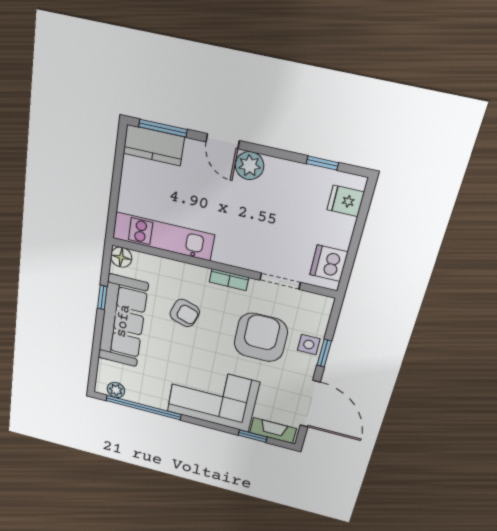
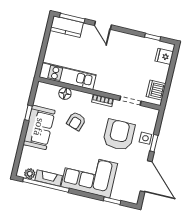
plant: (250, 166) -> (116, 38), removed
floor lamp: (121, 257) -> (65, 94), moved
armchair: (185, 313) -> (76, 121), turned 90
sofa: (123, 321) -> (39, 127), width x0.73
fireplace: (273, 431) -> (49, 178), moved

